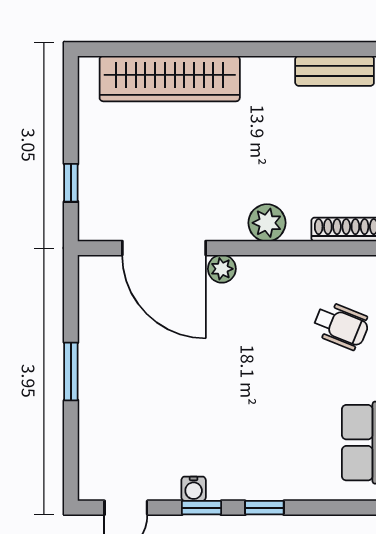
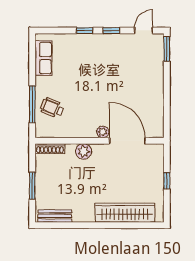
window: (71, 183) -> (167, 181), moved
window: (71, 371) -> (167, 49), moved
water cooler: (194, 489) -> (115, 39), removed

